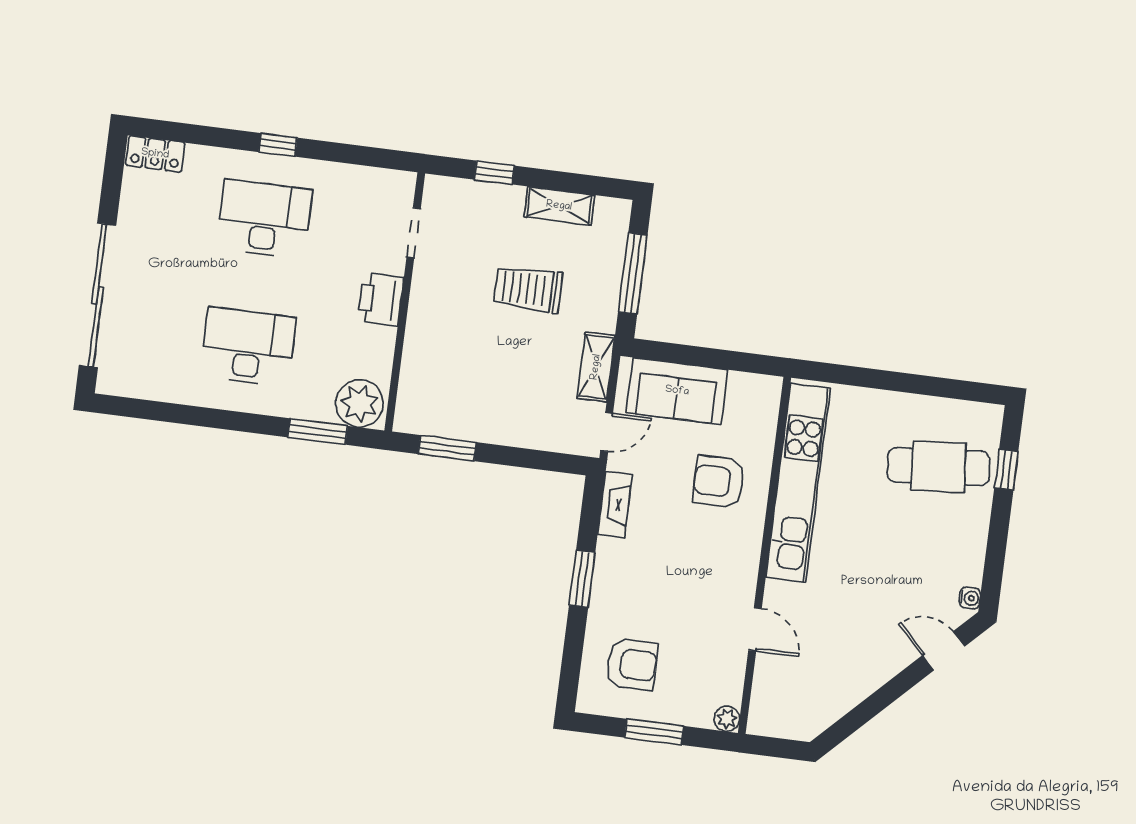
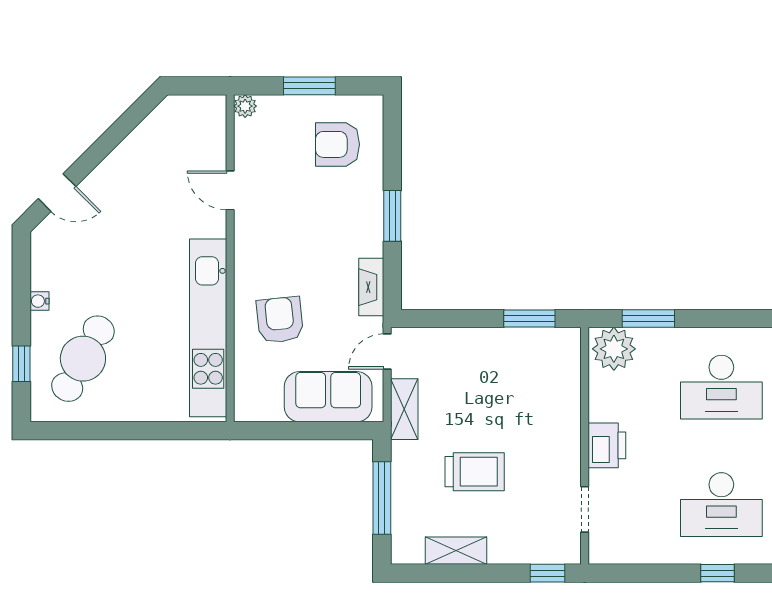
window: (494, 173) -> (548, 573), moved
cafe table: (938, 467) -> (83, 359), turned -56
armchair: (719, 481) -> (280, 320), turned -96
water cooler: (970, 598) -> (39, 301), moved

